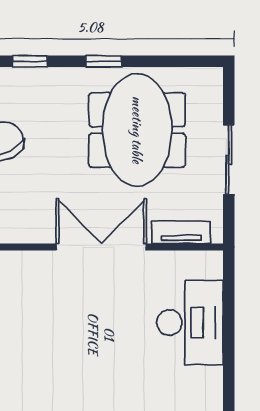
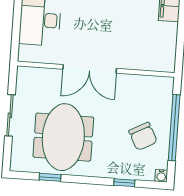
window: (104, 61) -> (50, 177), moved
tv unit: (181, 232) -> (41, 74), removed

